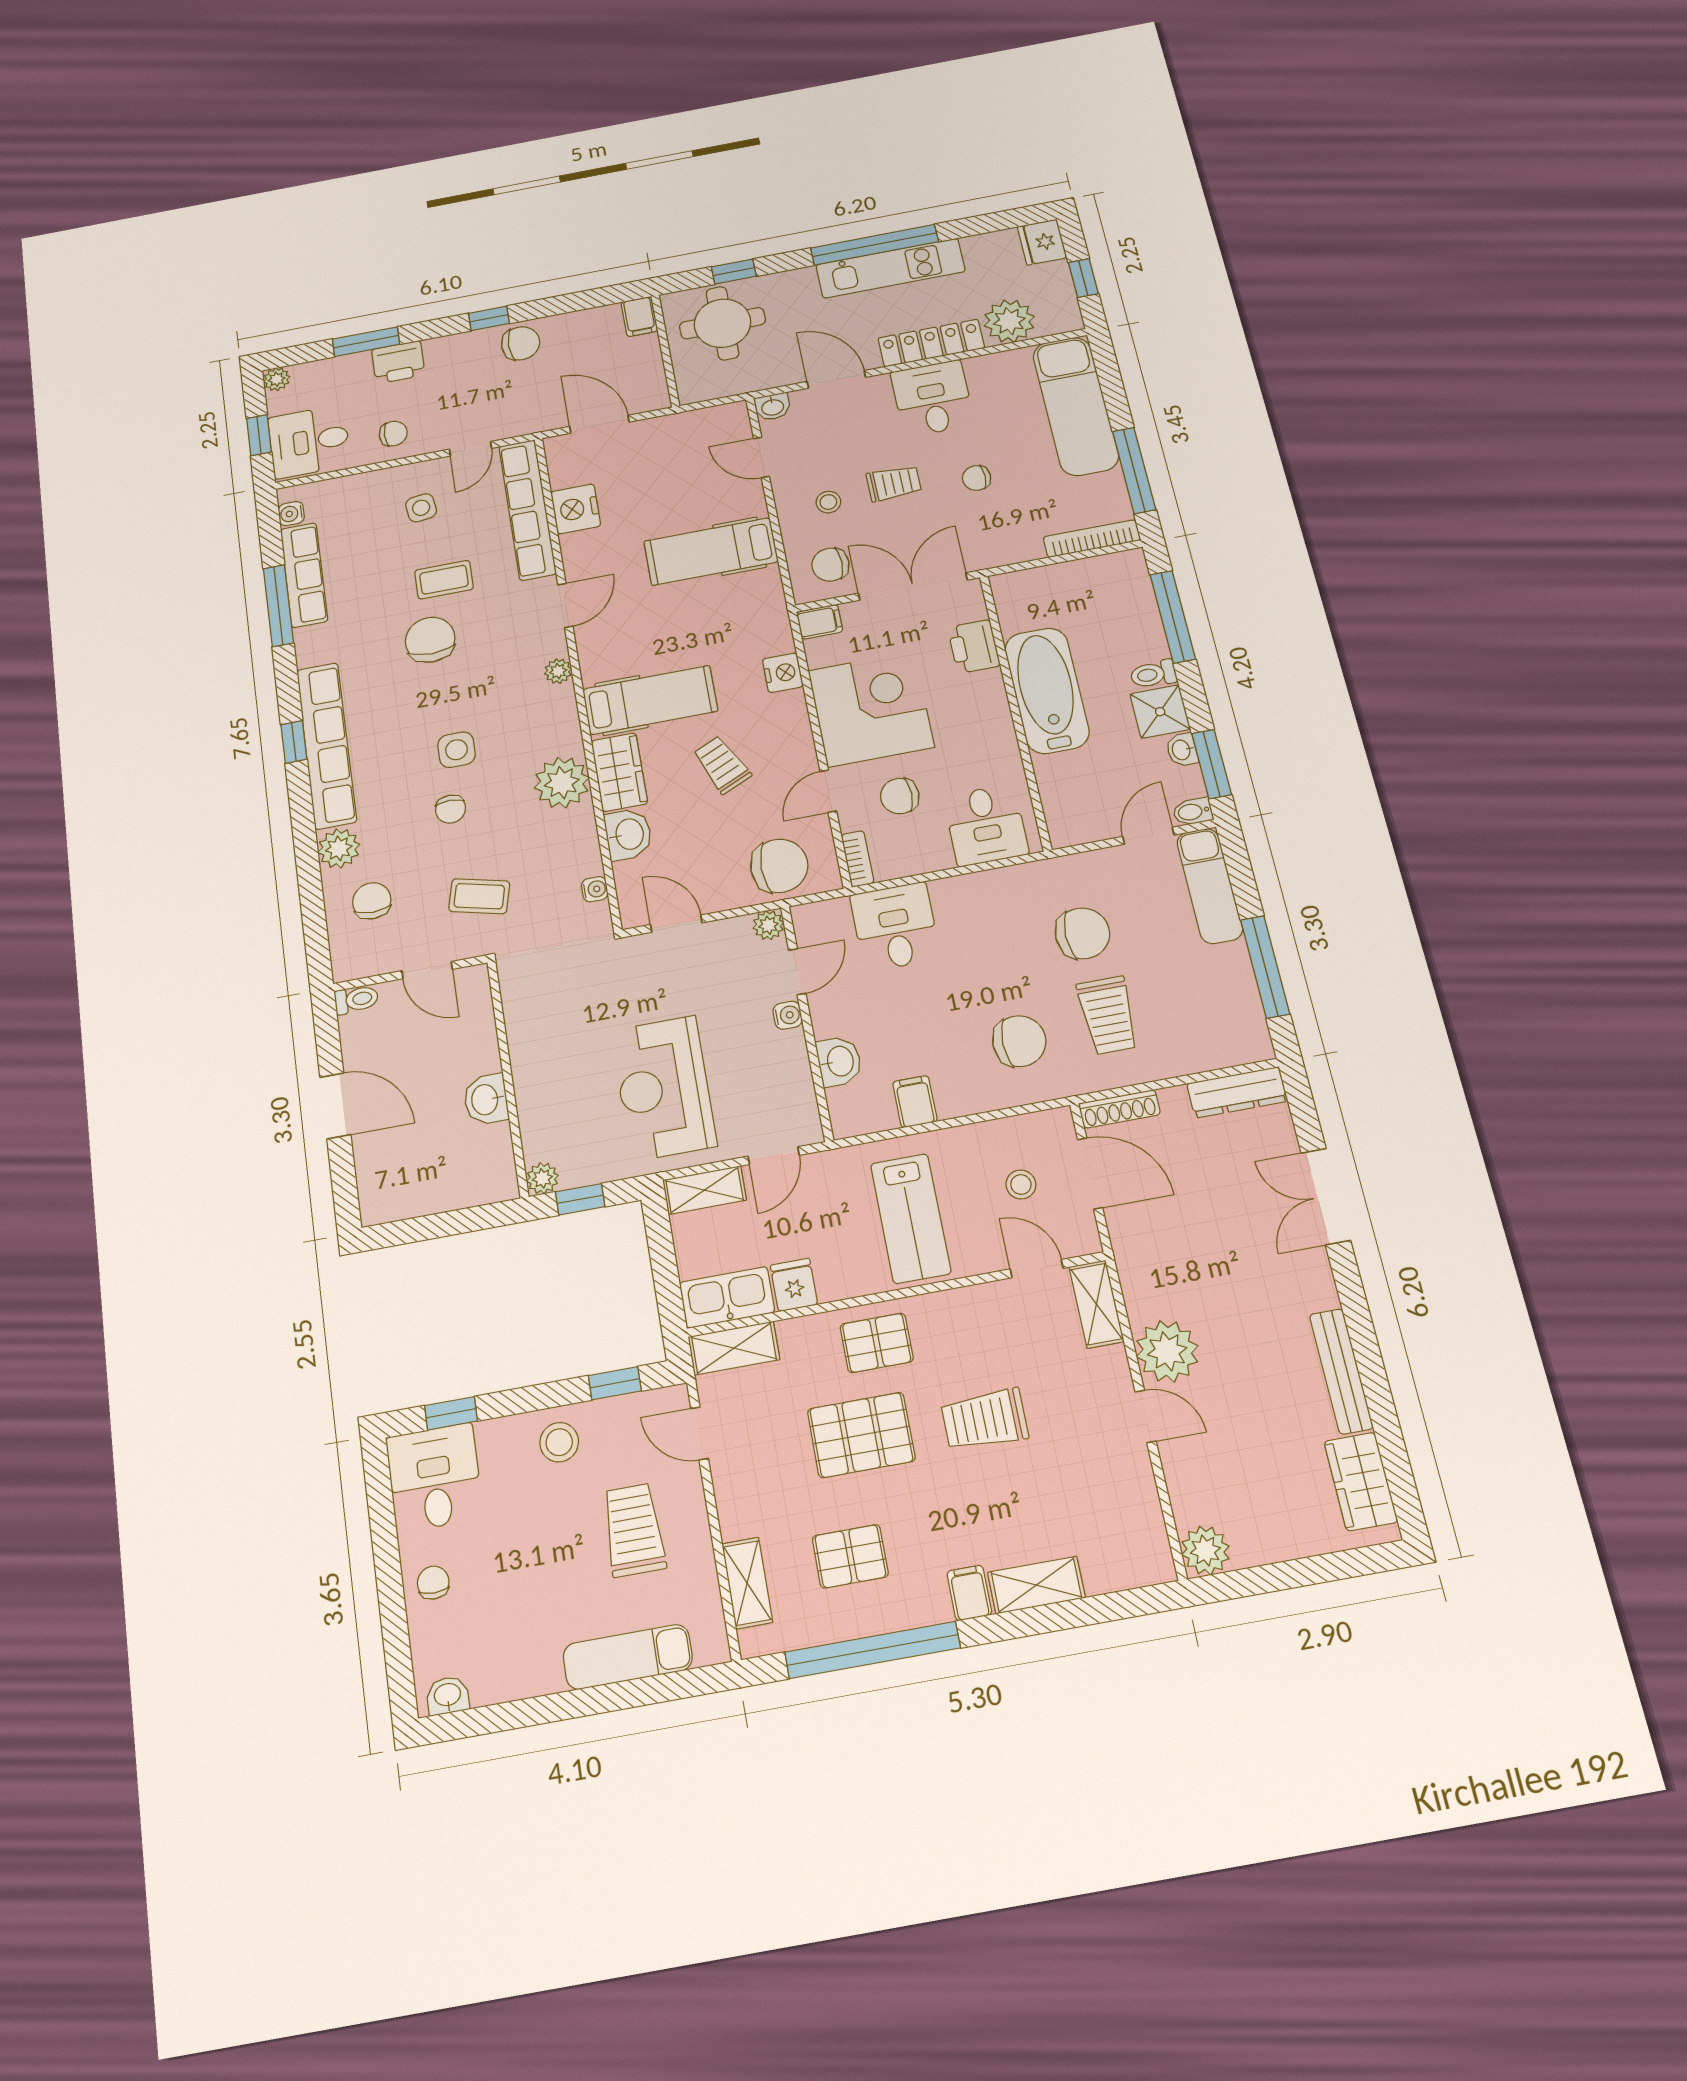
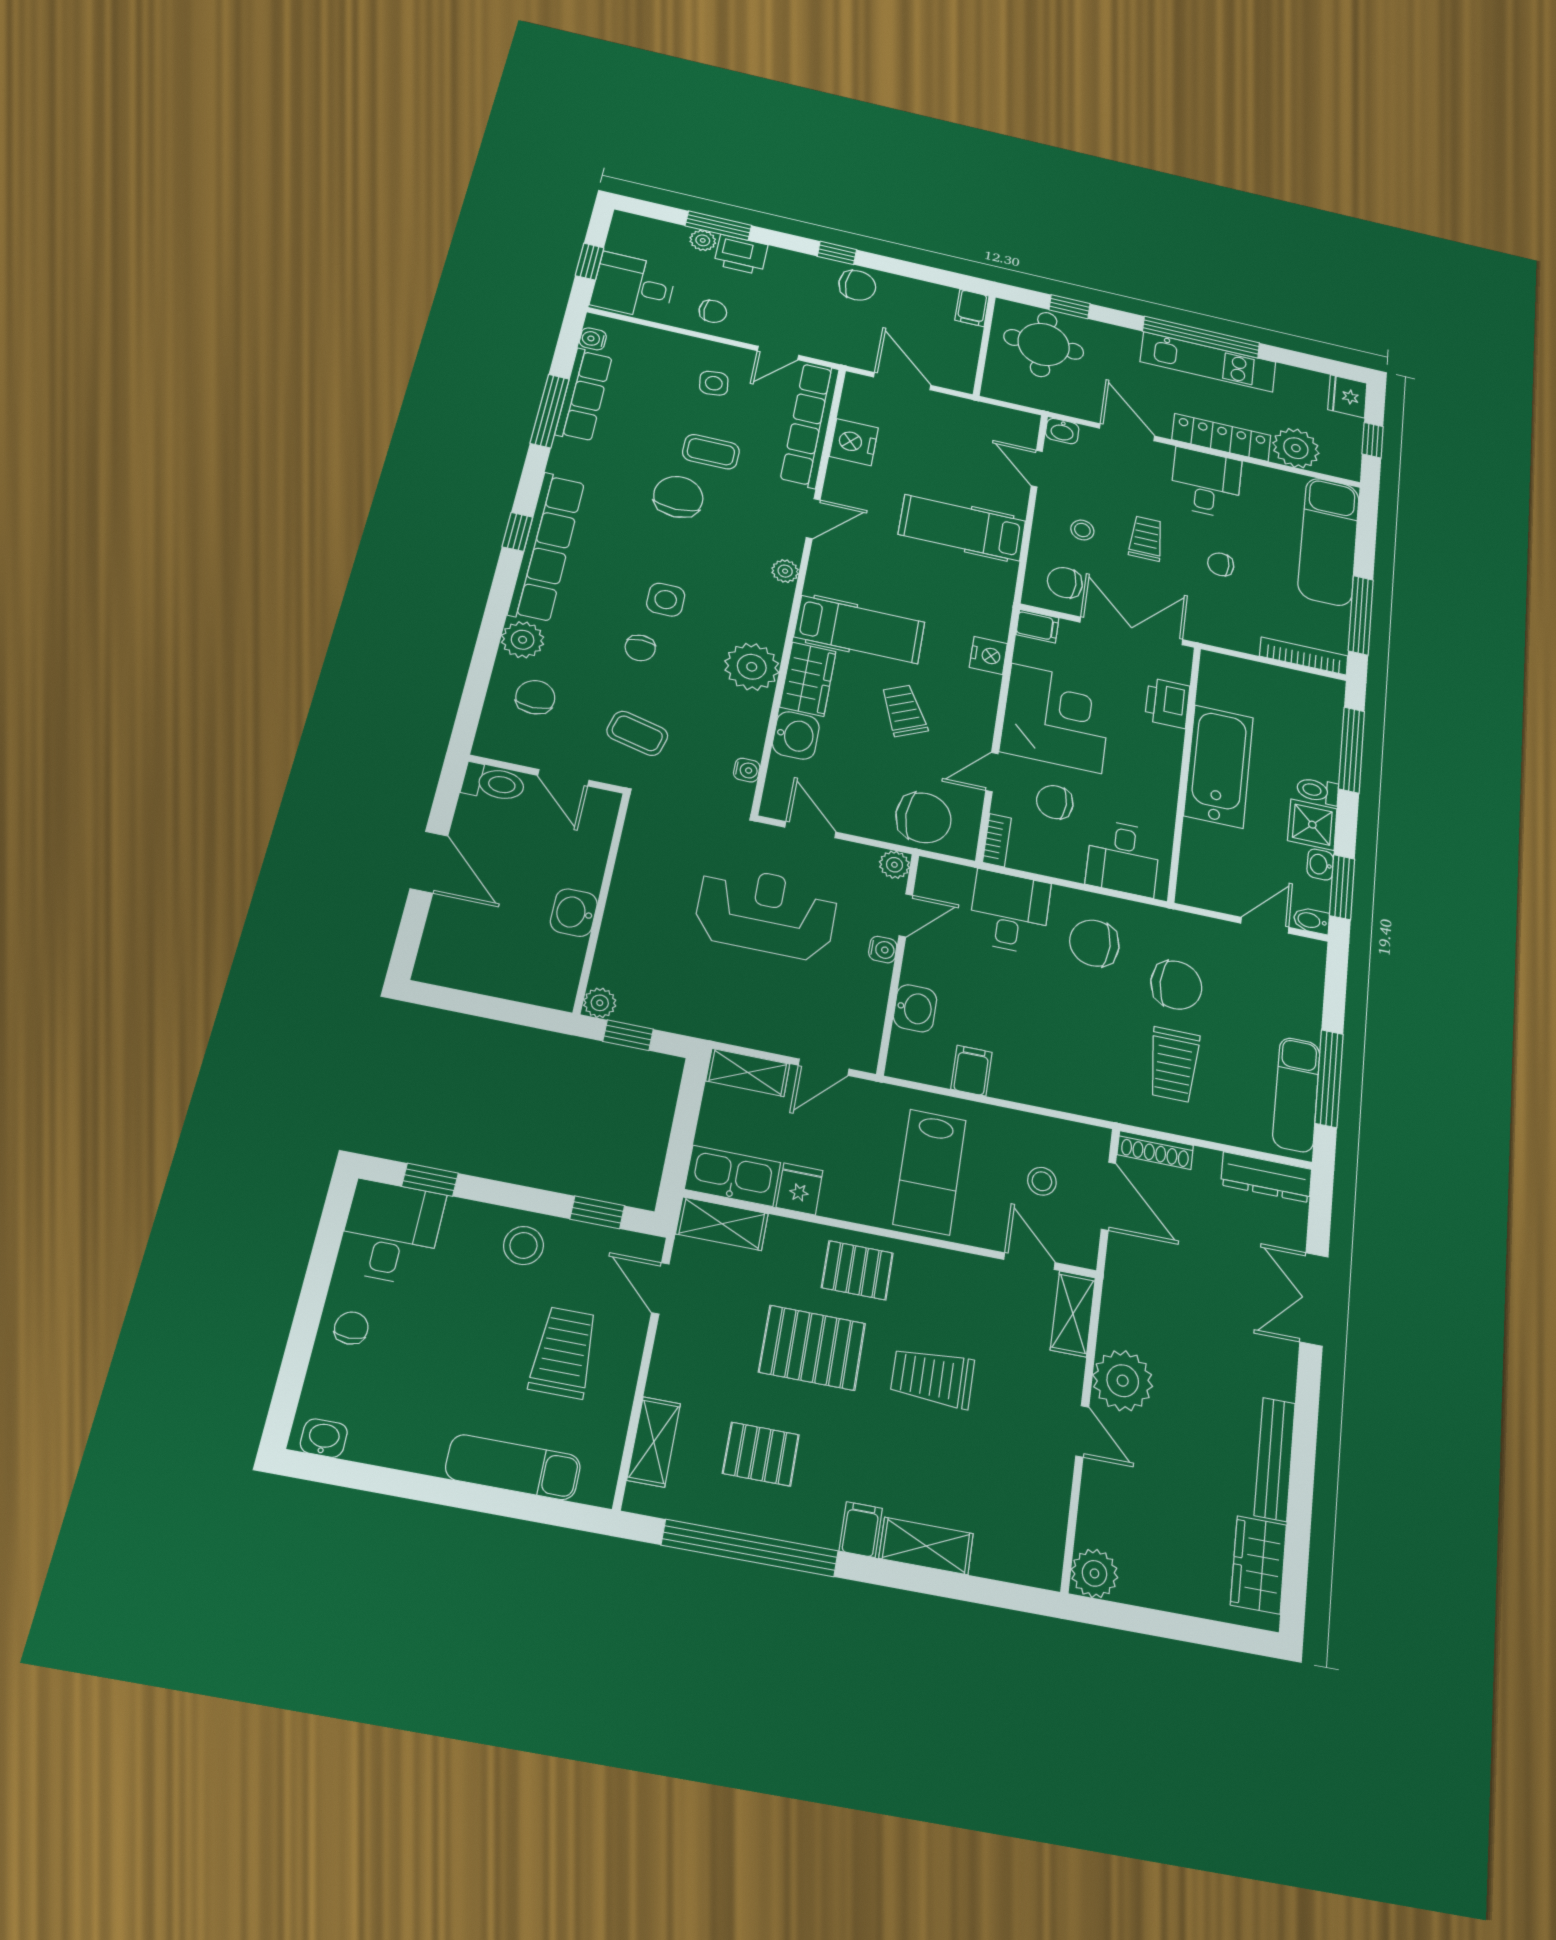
plant: (277, 379) -> (703, 240), moved
trolley: (894, 483) -> (1146, 538), turned -90
exam couch: (1210, 886) -> (1296, 1095), moved
toilet: (356, 999) -> (494, 783), width x1.37, depth x1.39
chair: (1019, 1041) -> (1094, 943), moved, turned 180
reception desk: (664, 1088) -> (766, 912), moved, turned 90

